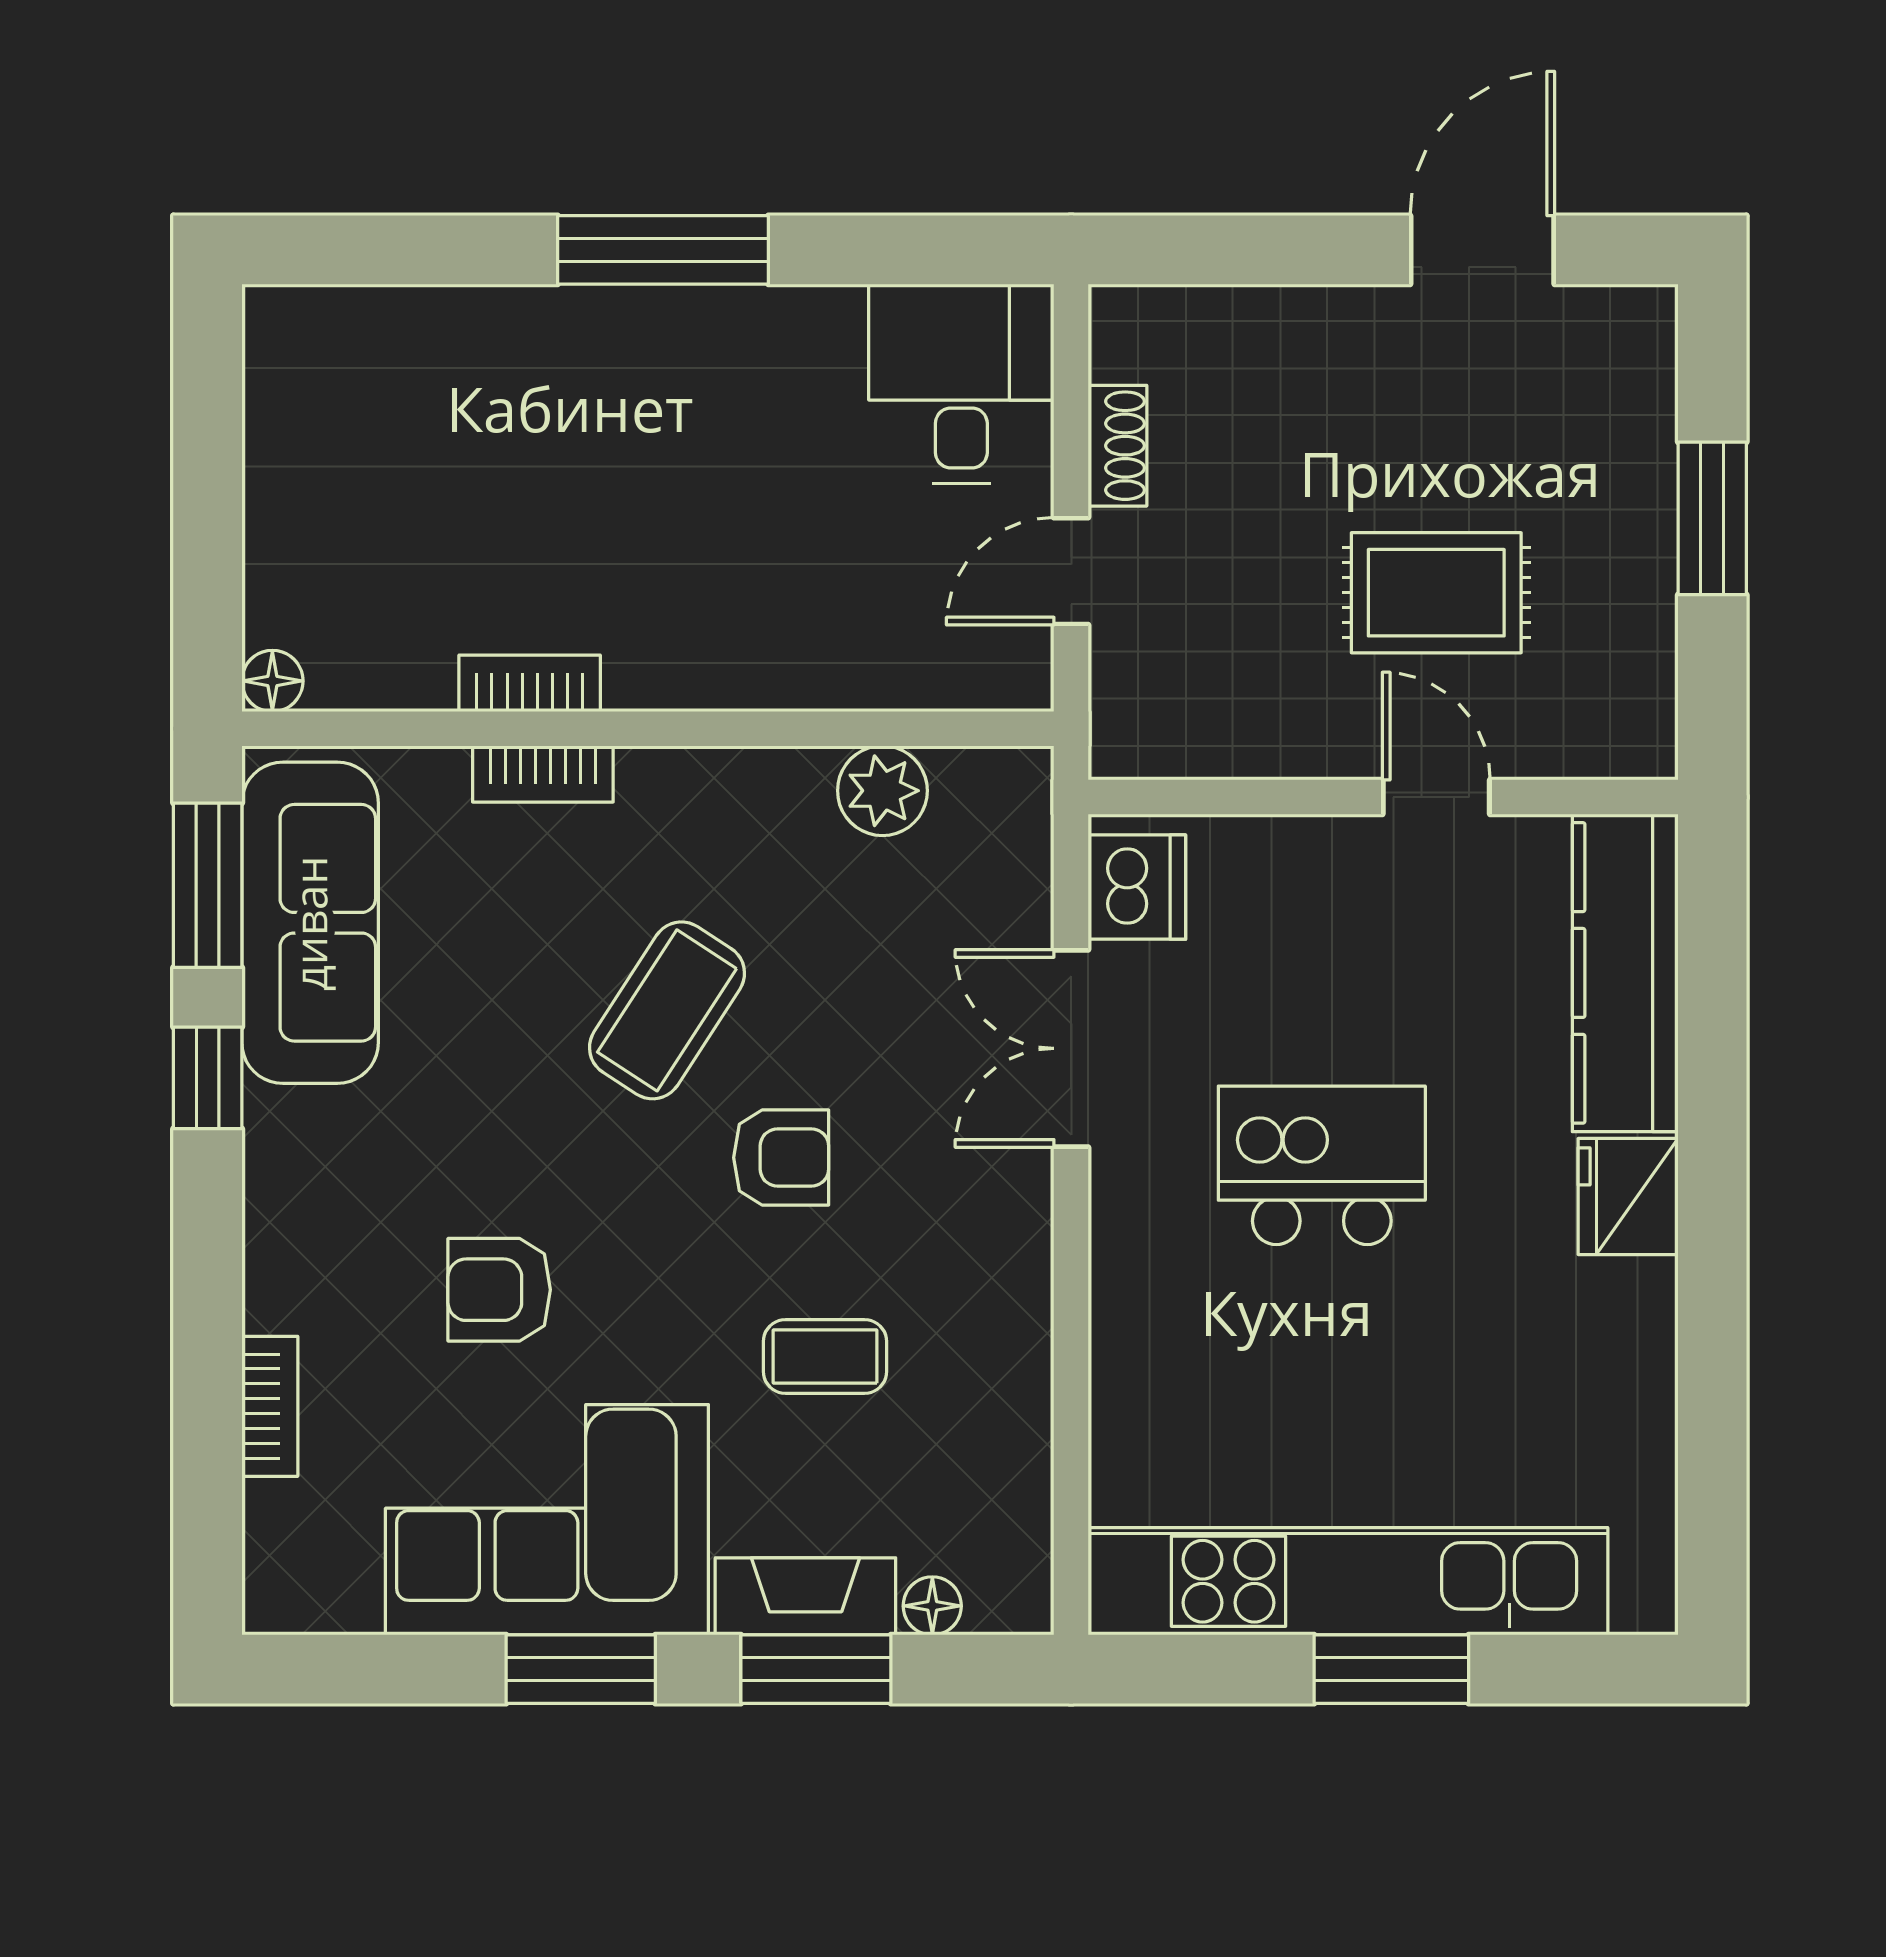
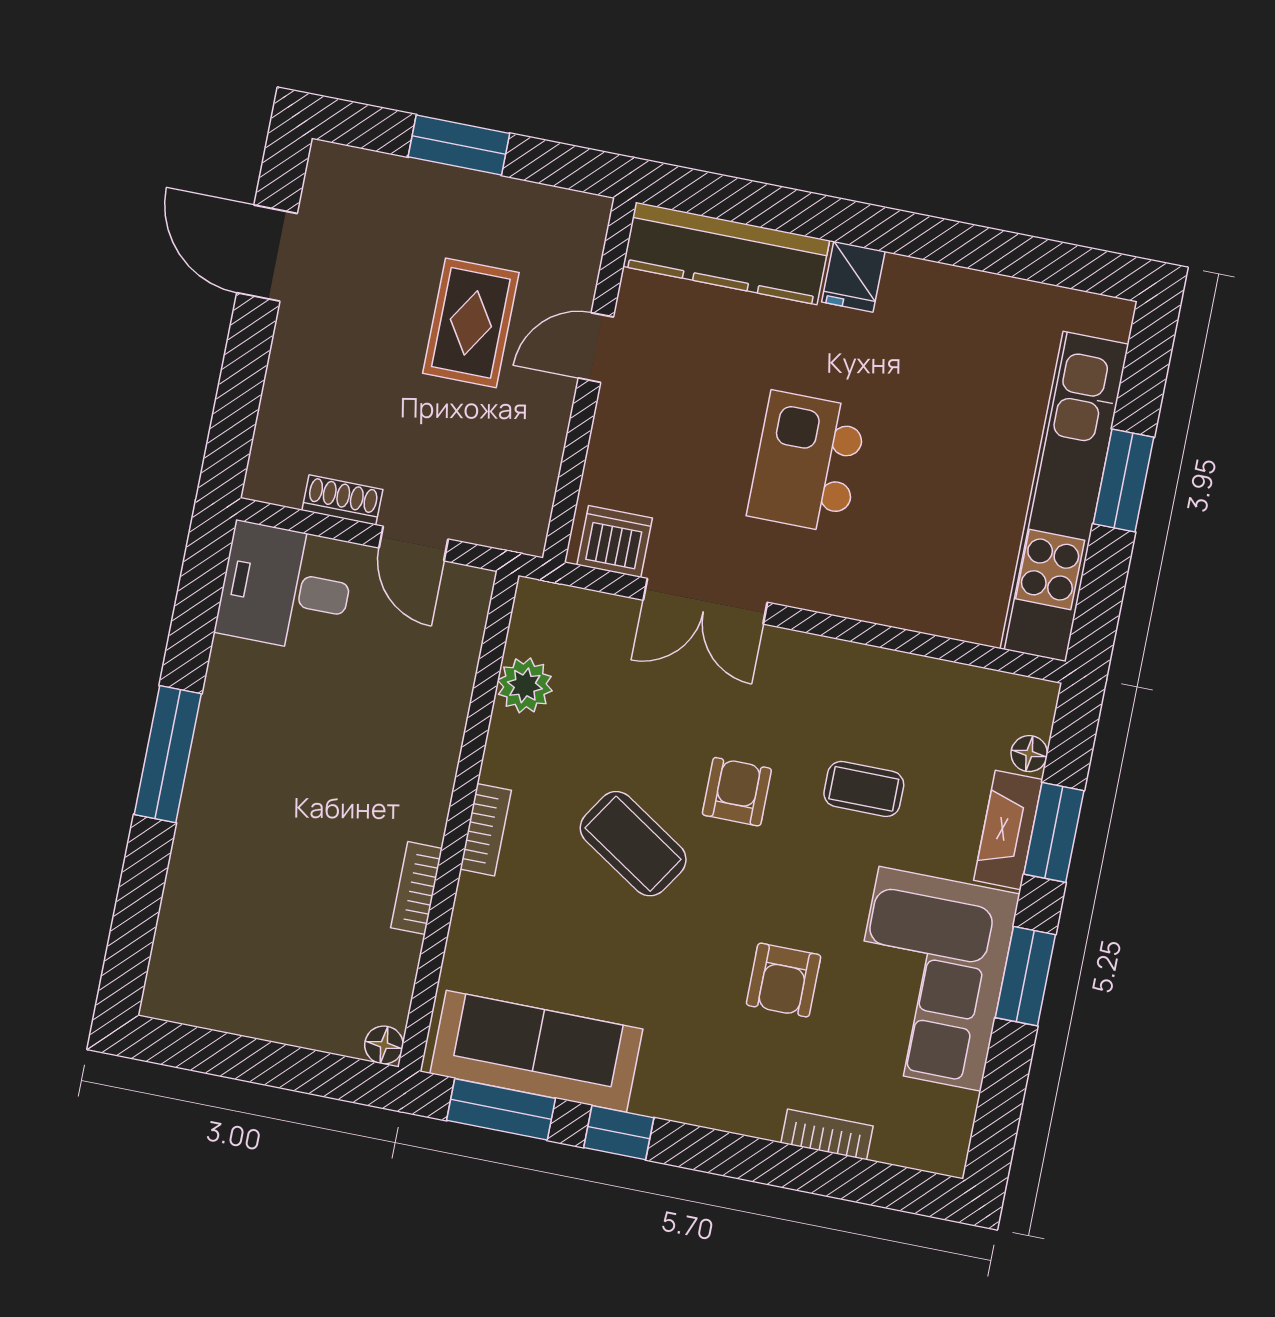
bookcase: (543, 774) -> (486, 830), moved
fridge: (1628, 1197) -> (853, 277), width x0.72
coffee table: (825, 1356) -> (864, 789), turned 90

